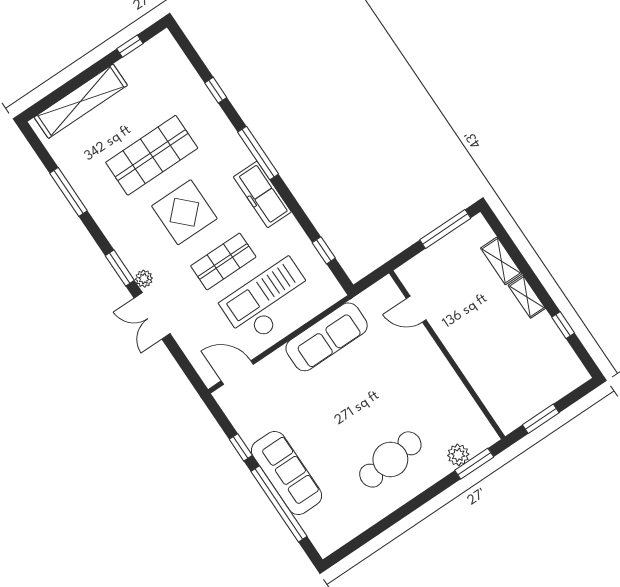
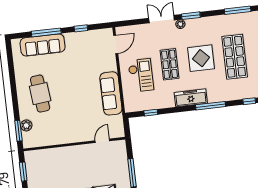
checkout: (268, 301) -> (141, 75), width x0.73, depth x0.83
sofa: (287, 473) -> (43, 45), moved
window: (279, 504) -> (46, 32), width x0.68

